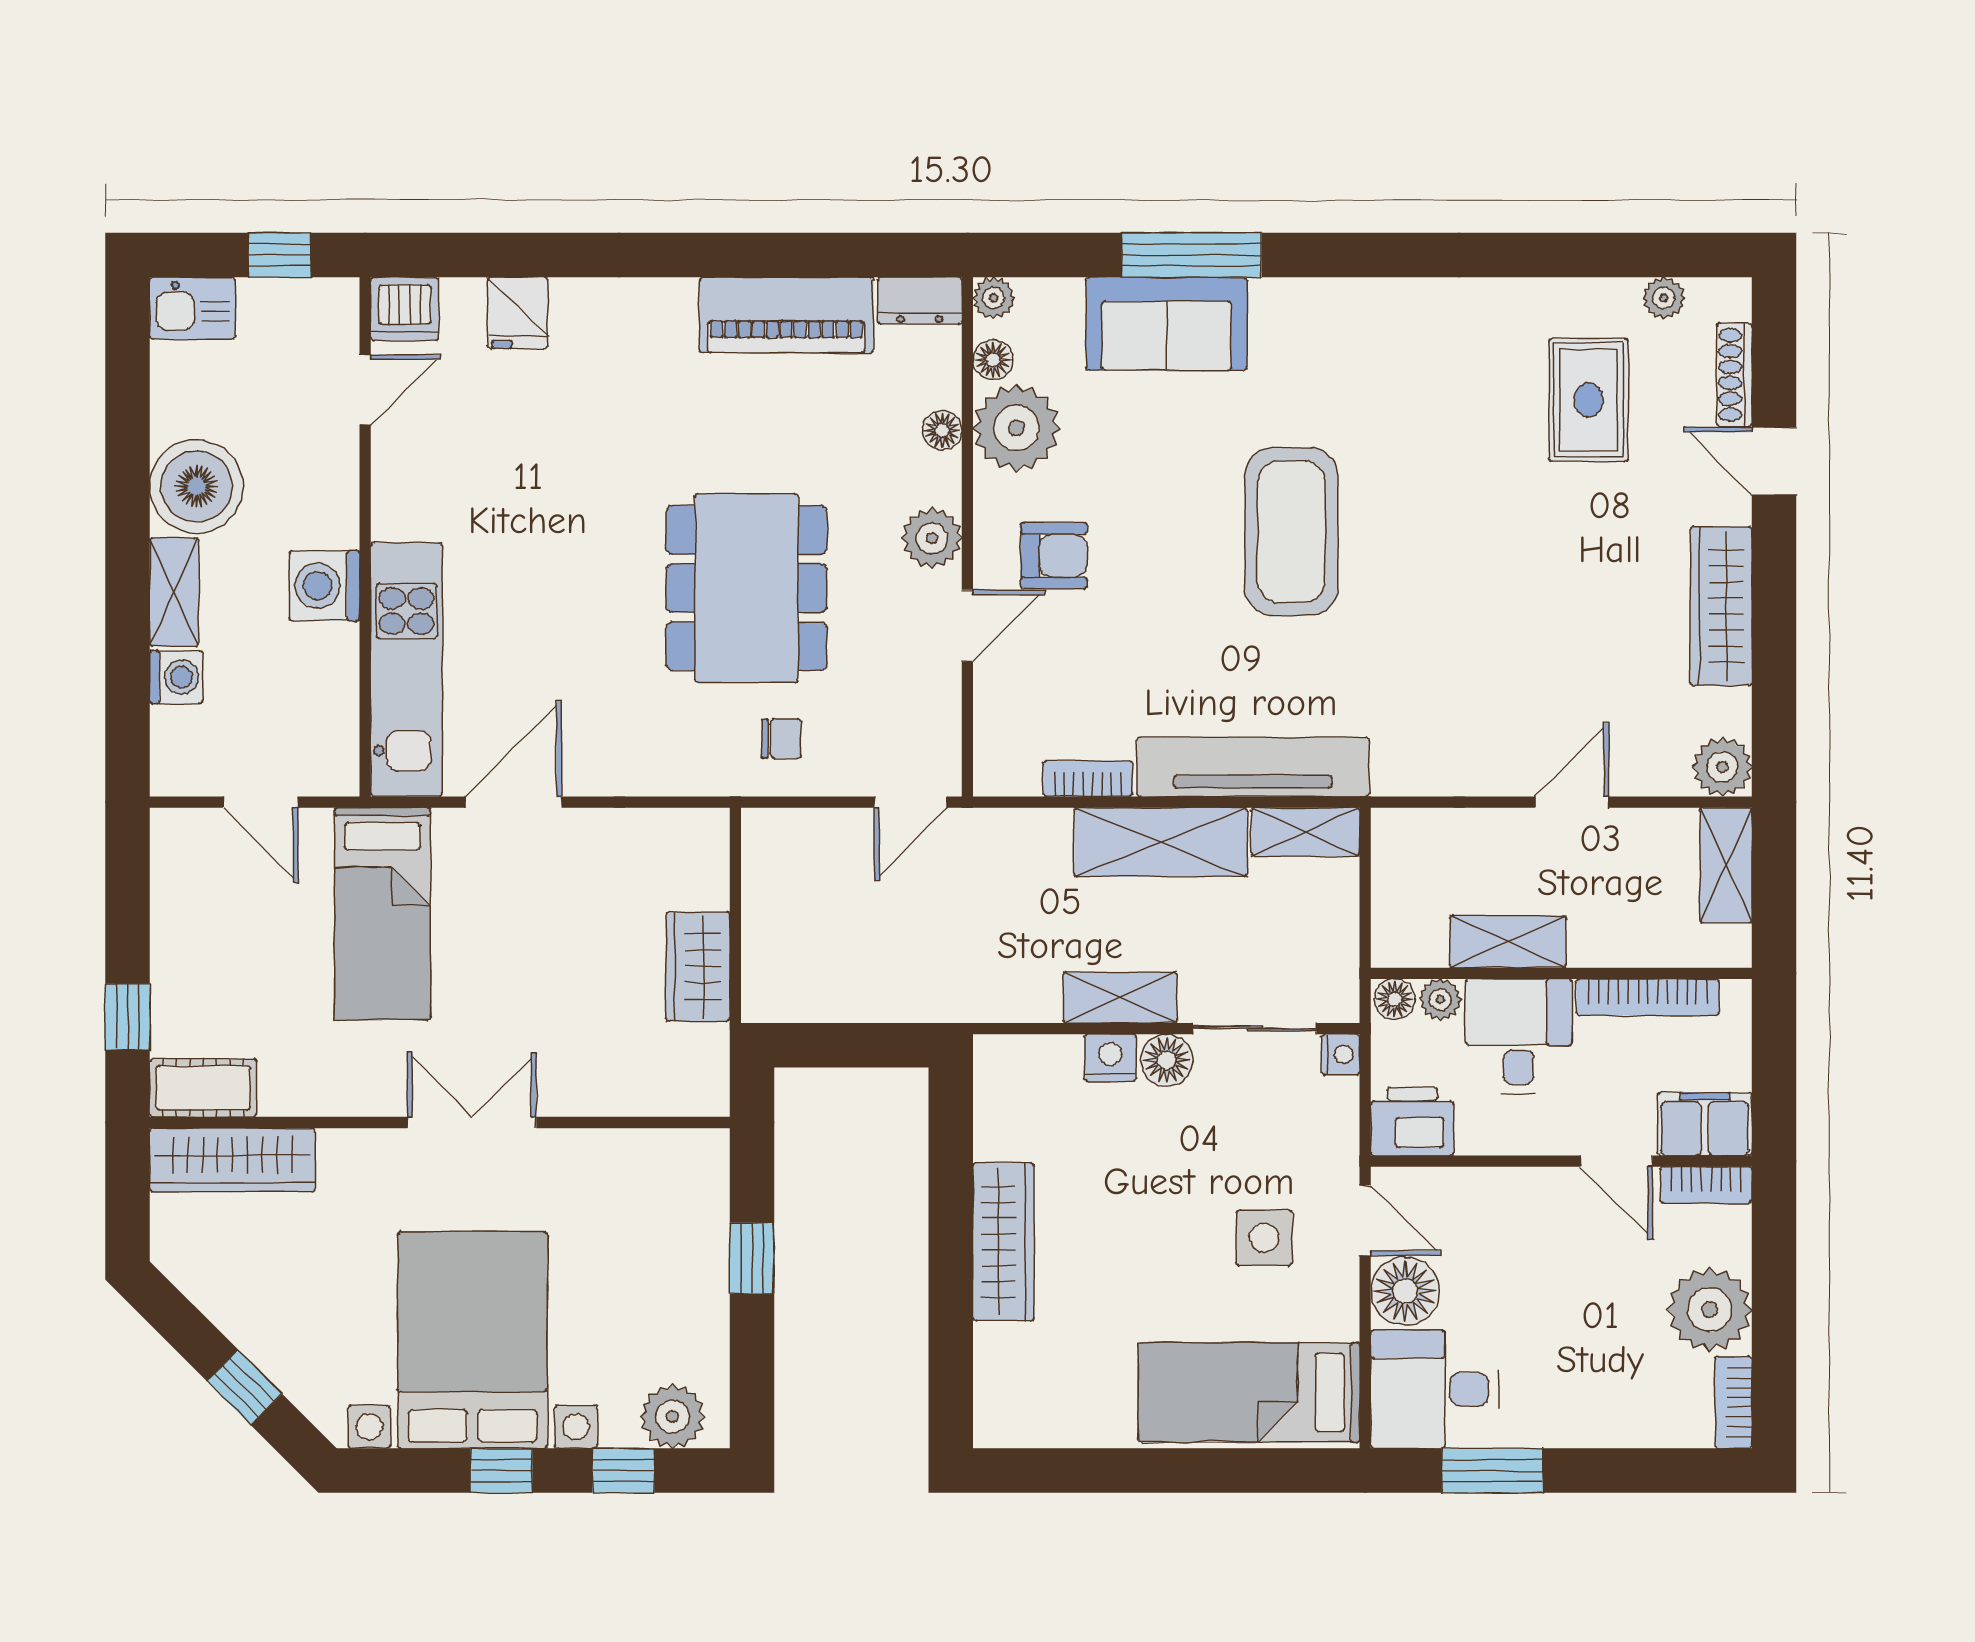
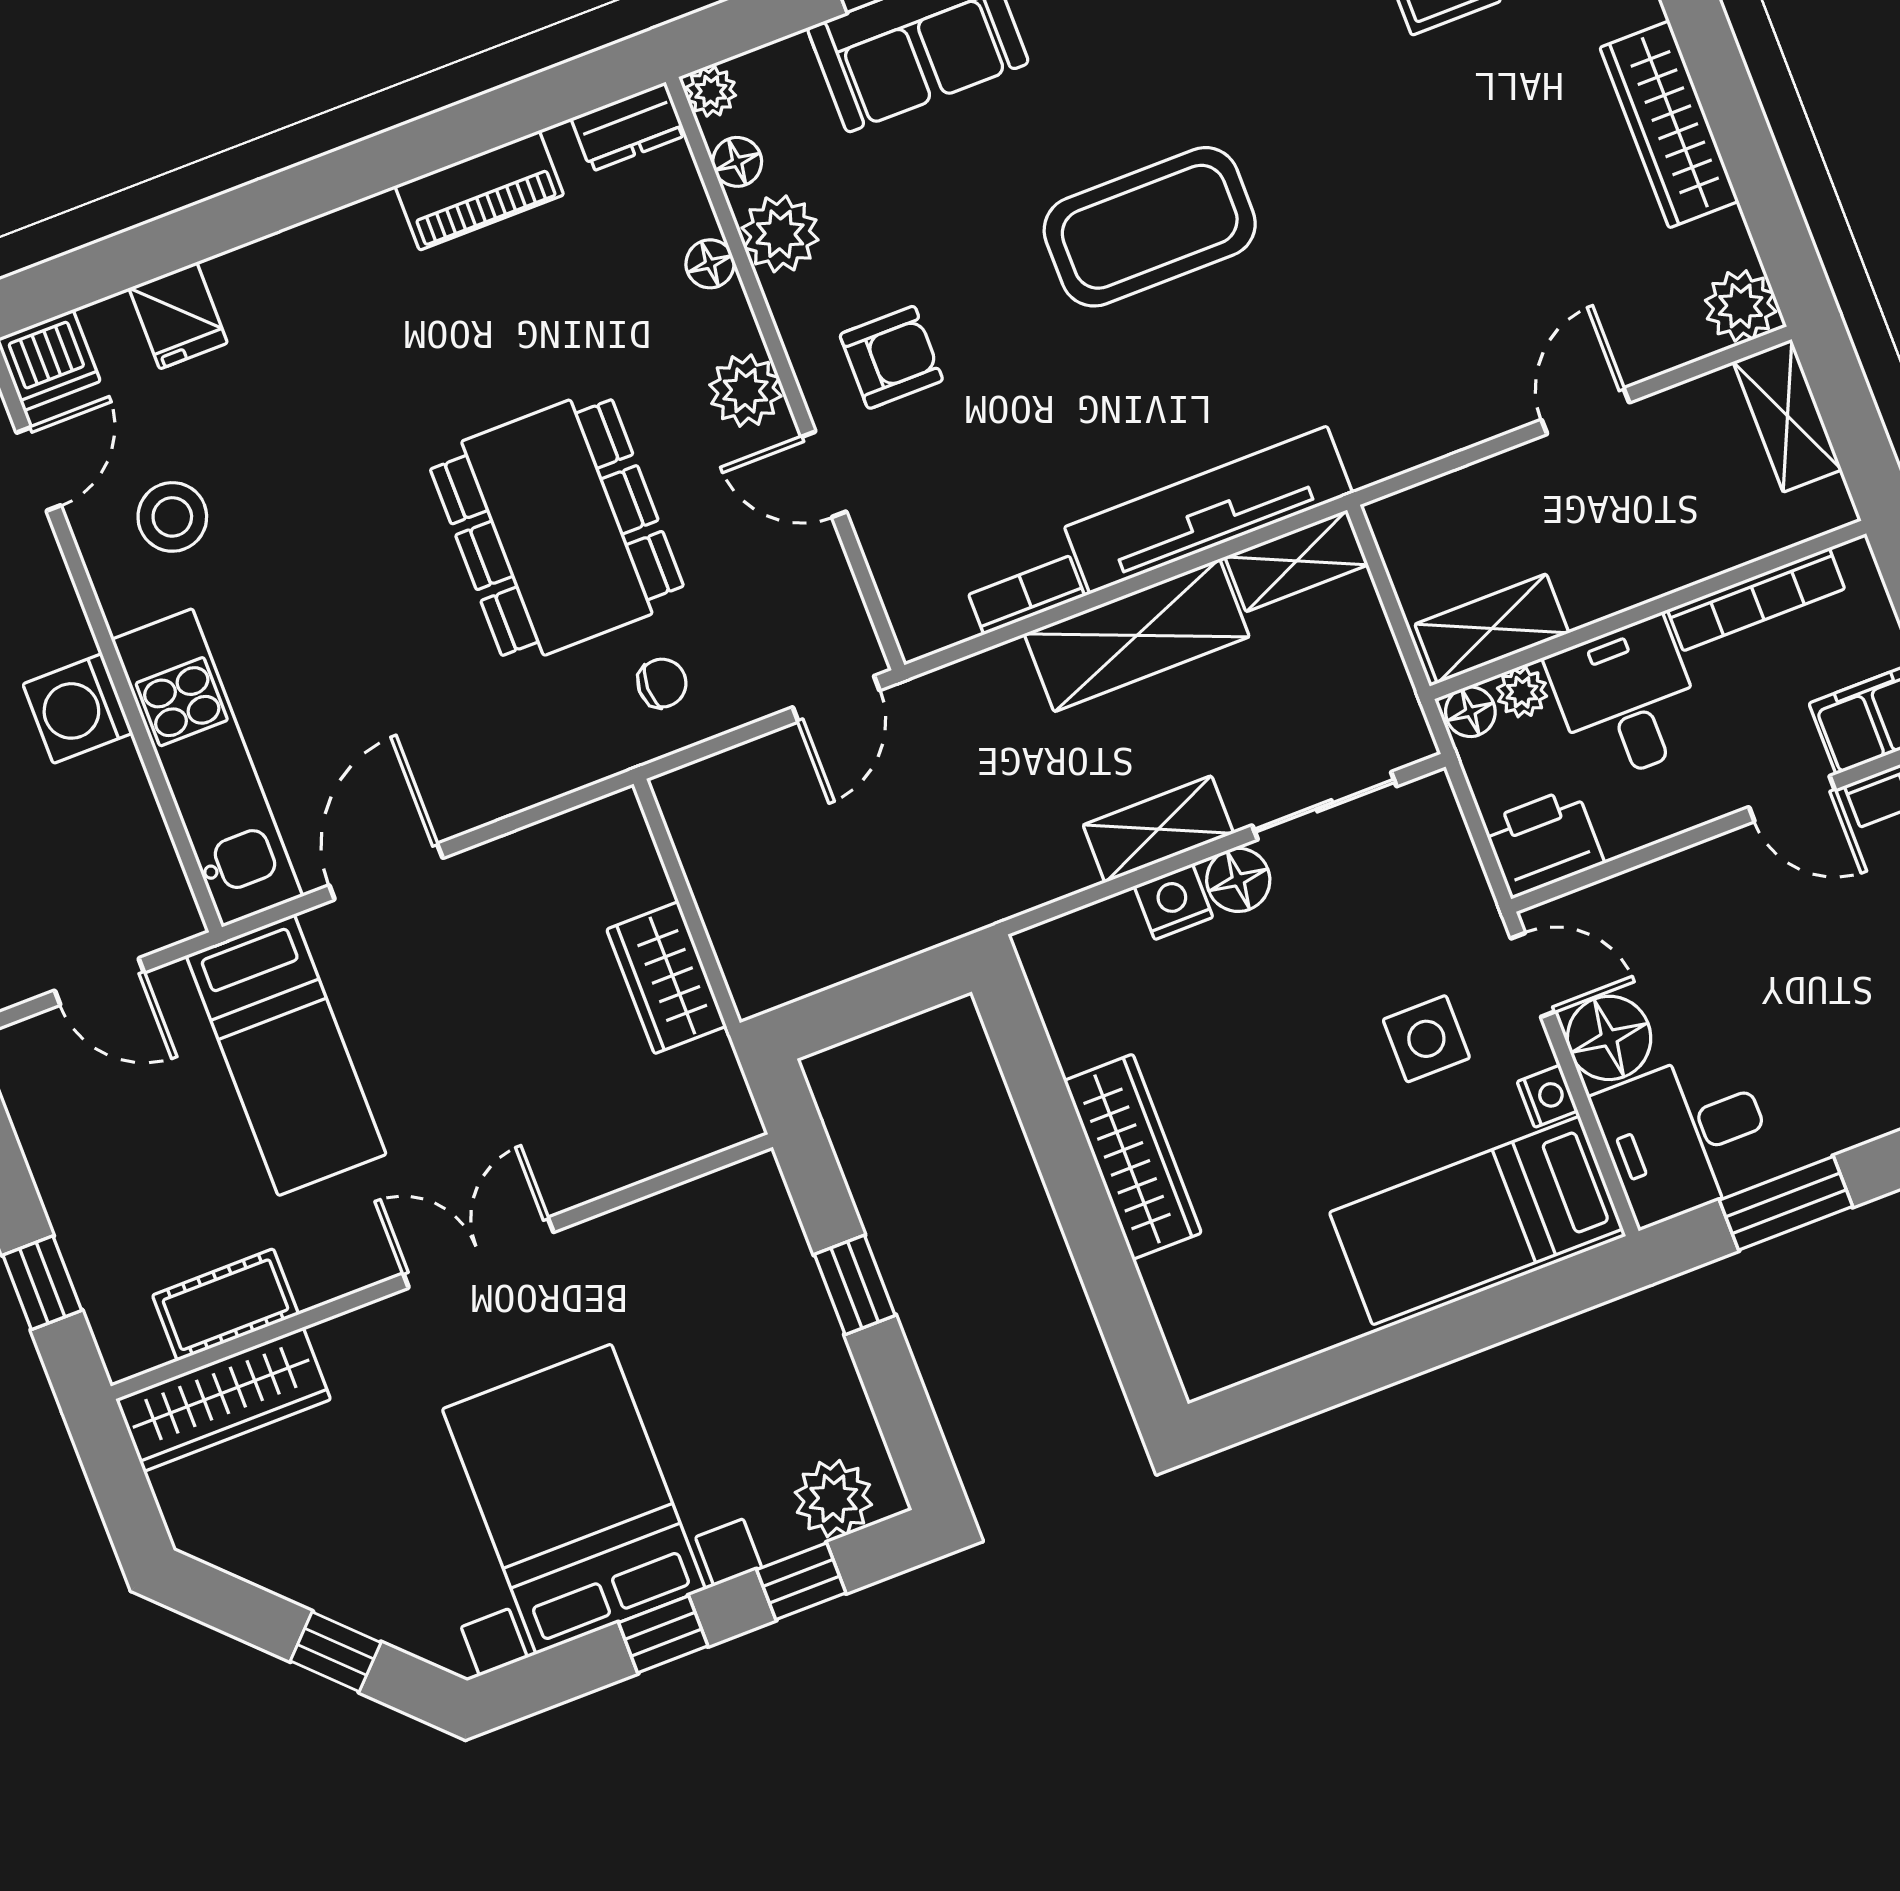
piano: (786, 315) -> (479, 190), width x0.73, depth x0.75
plant: (1016, 428) -> (780, 234), width x0.73, depth x0.73
stool: (454, 466) -> (172, 517), added
coffee table: (1291, 532) -> (1150, 227), turned 90
door: (967, 626) -> (824, 474), swing flipped
shelving: (1508, 942) -> (1492, 629), moved
nightstand: (1340, 1054) -> (1547, 1096), moved
cot: (203, 1088) -> (225, 1305), moved

